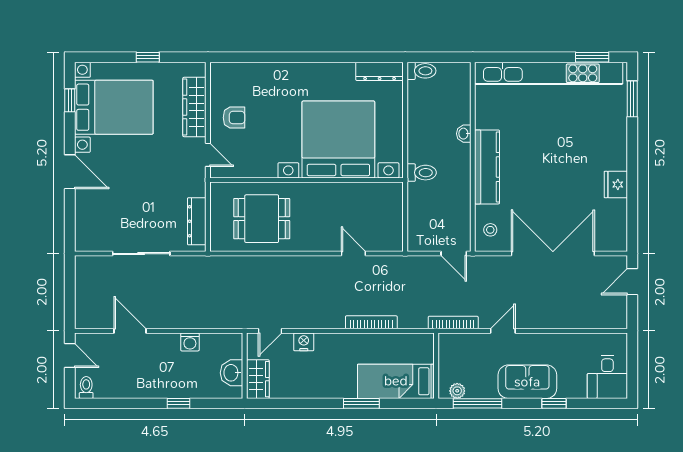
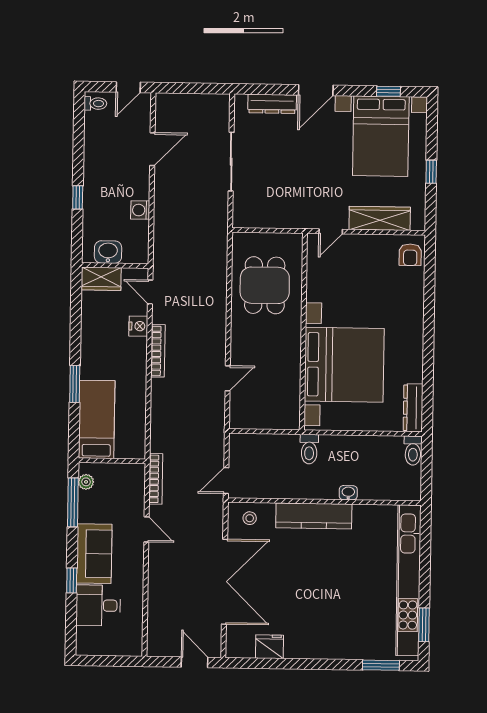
armchair: (234, 118) -> (410, 255), moved
fridge: (616, 184) -> (270, 647), moved
dresser: (197, 221) -> (272, 104), moved, turned 180
bookcase: (371, 322) -> (158, 351), moved
desk: (607, 377) -> (98, 605), moved

